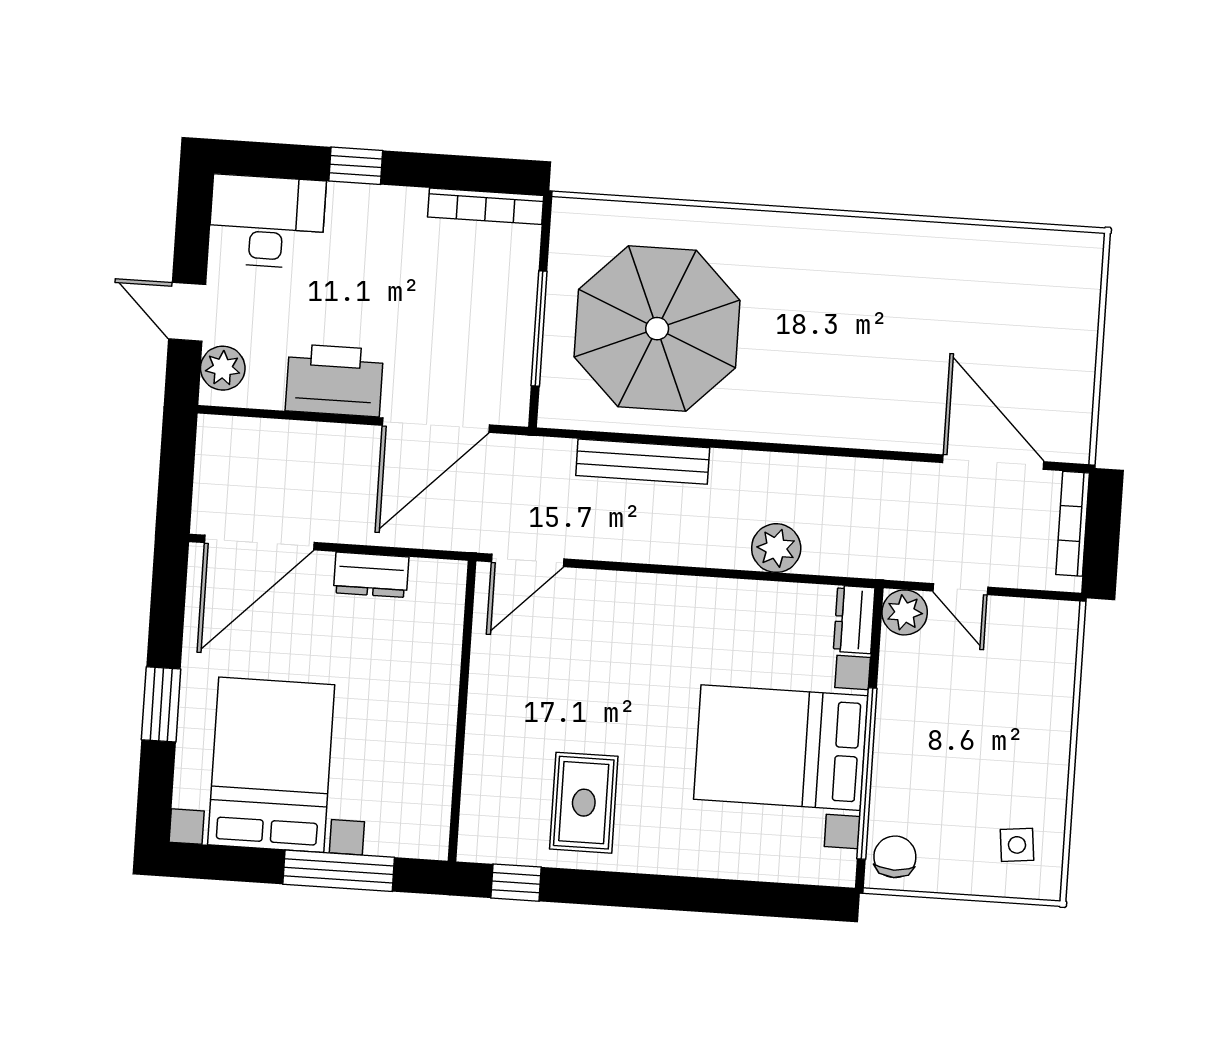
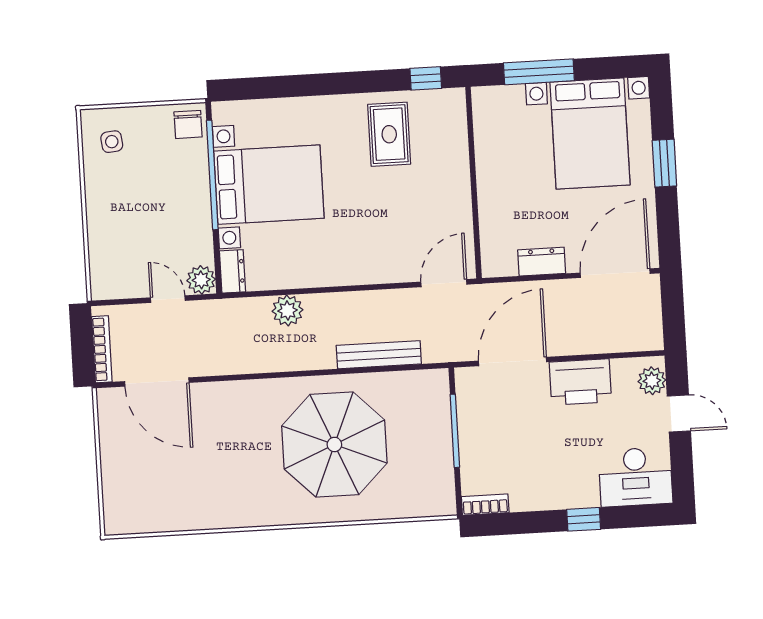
bookcase: (486, 206) -> (485, 505), width x0.64
parasol: (657, 329) -> (334, 444), moved

